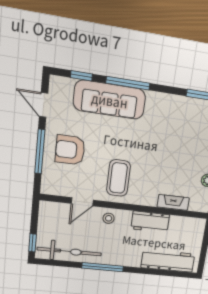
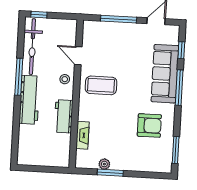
armchair: (70, 150) -> (149, 125), moved, turned 90
workbench: (168, 261) -> (29, 100), moved

